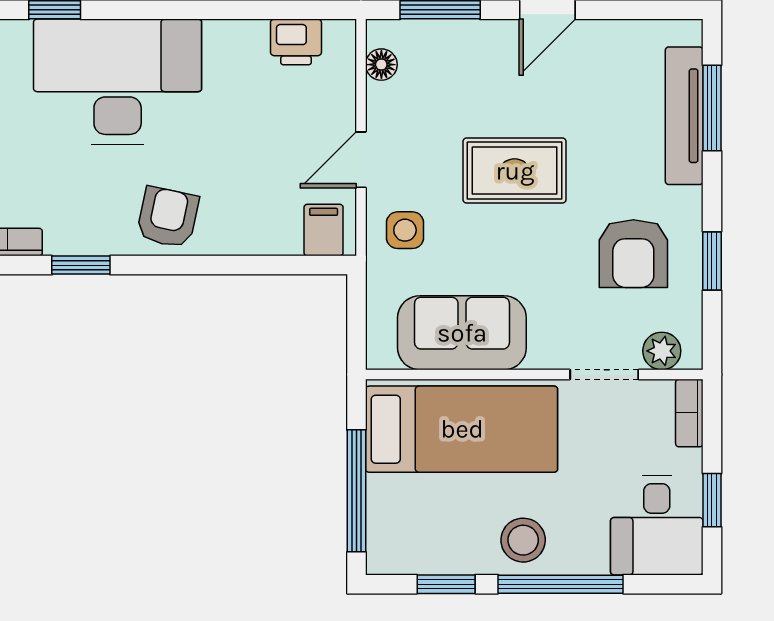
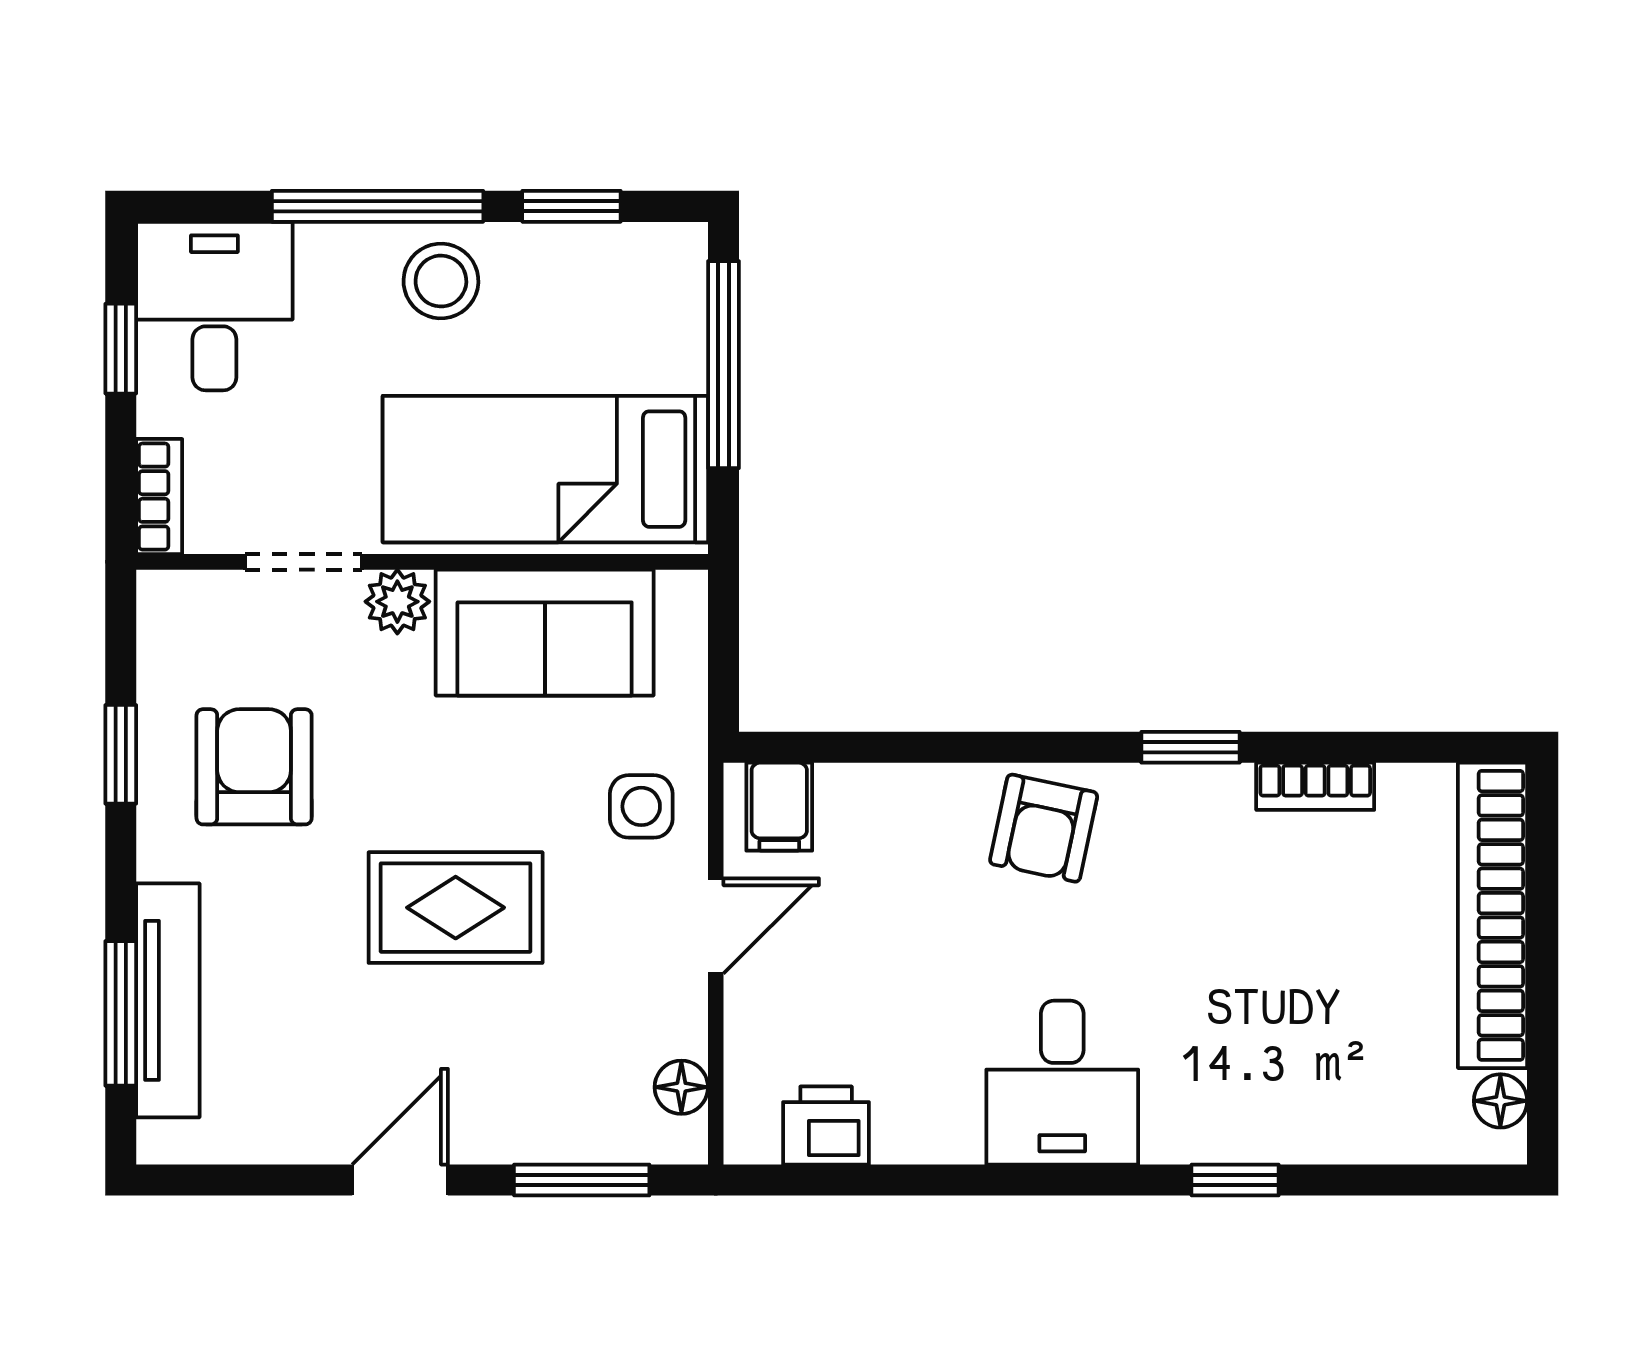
desk: (118, 82) -> (1062, 1083), width x0.53, depth x0.77
plant: (662, 351) -> (397, 602), moved

